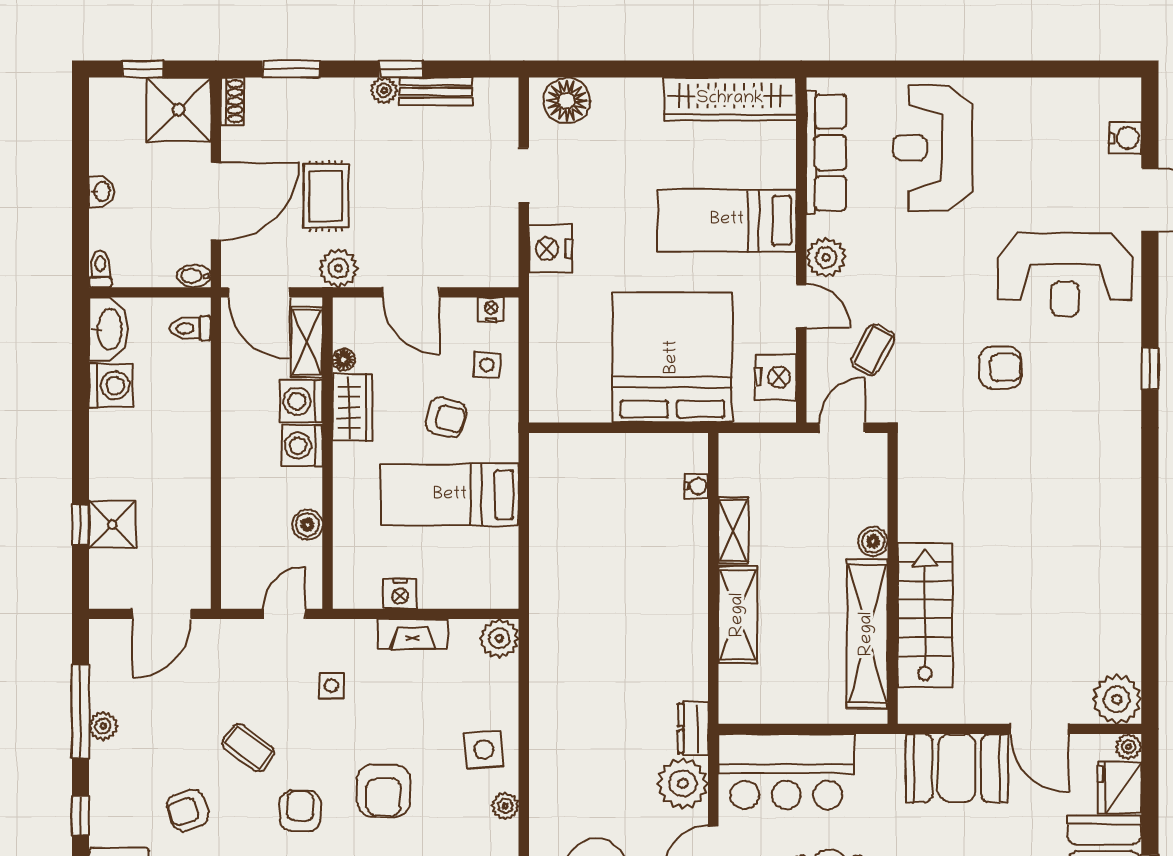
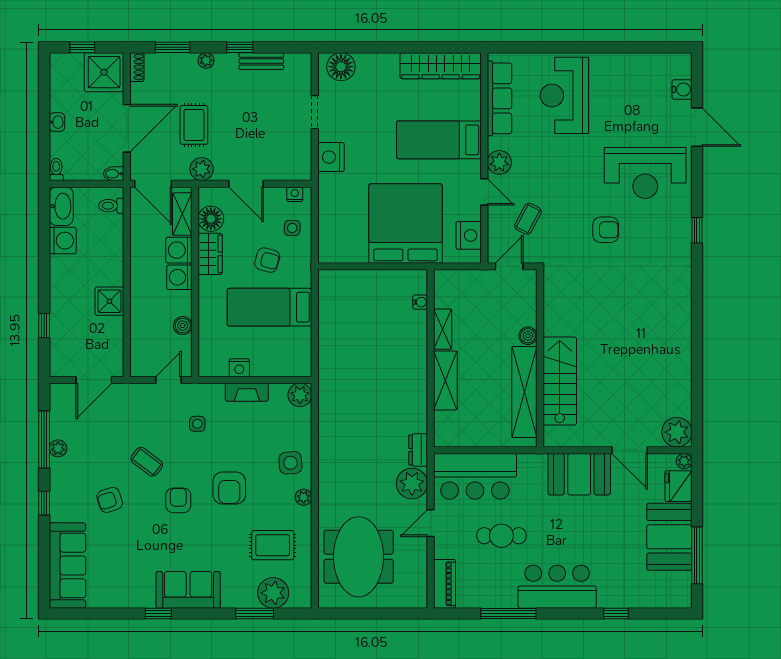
plant: (384, 90) -> (206, 60), moved
floor lamp: (344, 360) -> (211, 219), width x1.89, depth x1.89
shower: (112, 525) -> (109, 301), moved

